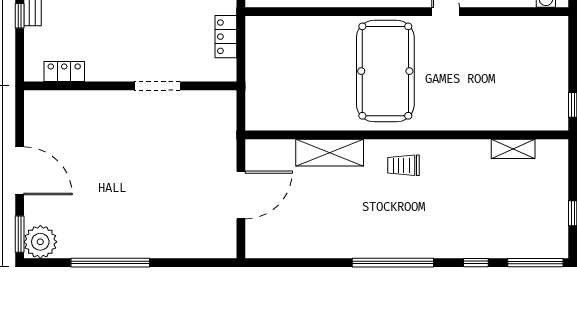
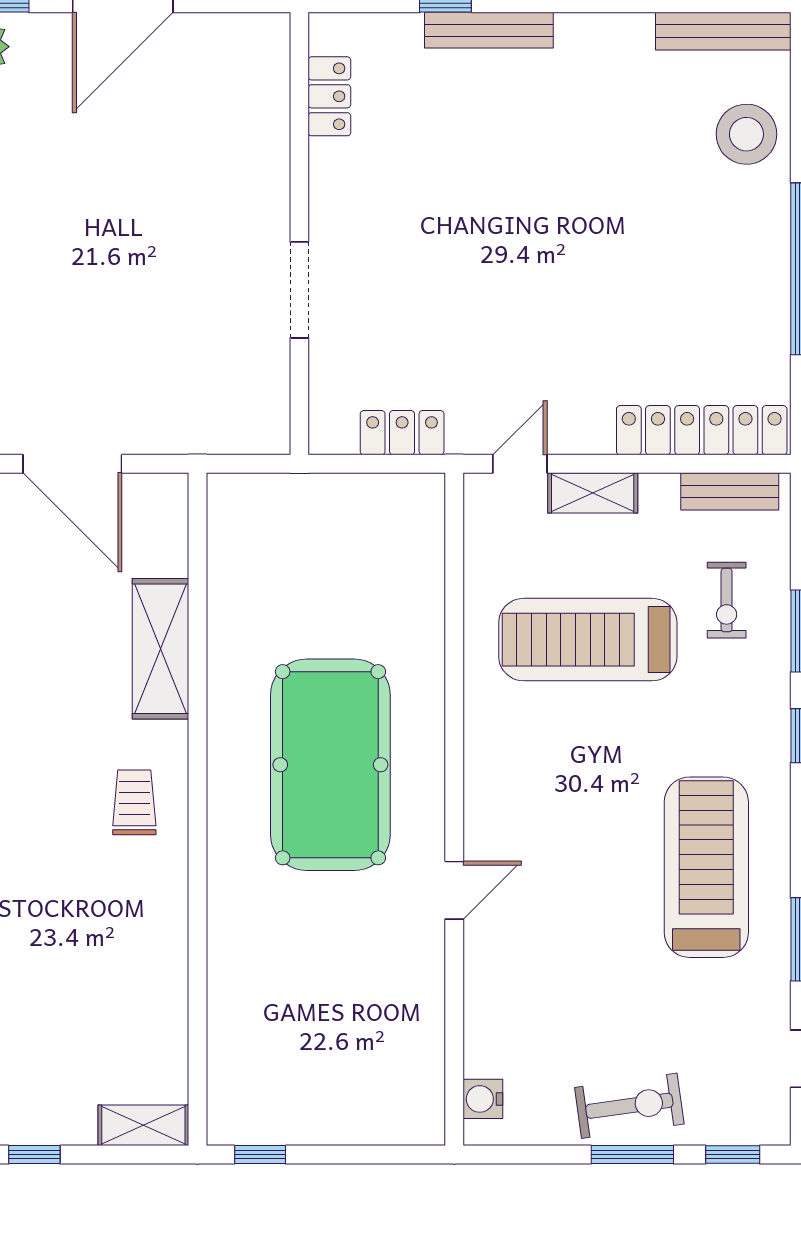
pool table: (385, 71) -> (330, 765), turned 90
shelving: (513, 149) -> (143, 1125), moved, turned 90

